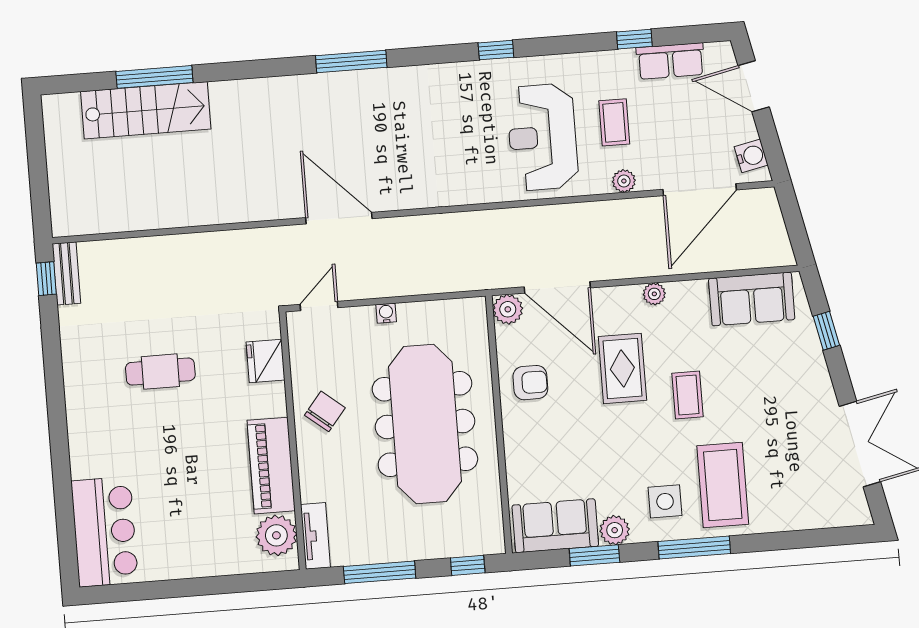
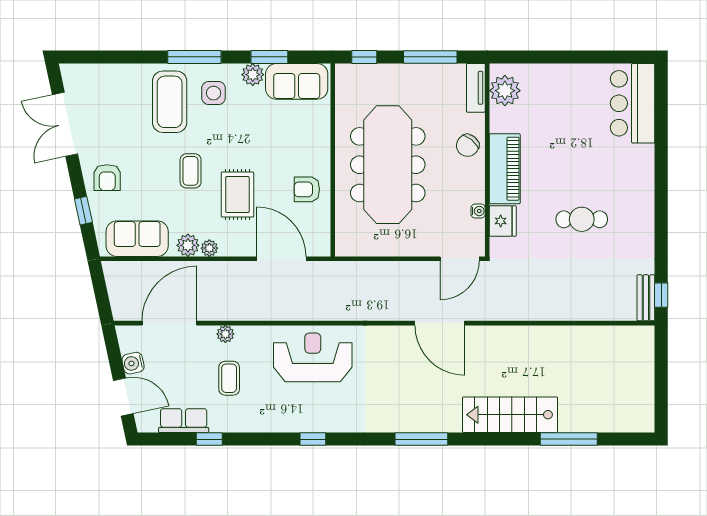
stairs: (146, 110) -> (510, 415), moved
reception desk: (542, 137) -> (313, 357), moved, turned -90
water cooler: (751, 156) -> (133, 363), moved
door: (319, 306) -> (460, 259), width x1.38
plant: (508, 309) -> (188, 245), moved
water cooler: (386, 313) -> (478, 211), moved, turned -90
armchair: (798, 377) -> (107, 178), added
chair: (325, 411) -> (468, 145), moved
piano: (271, 466) -> (505, 169), moved

